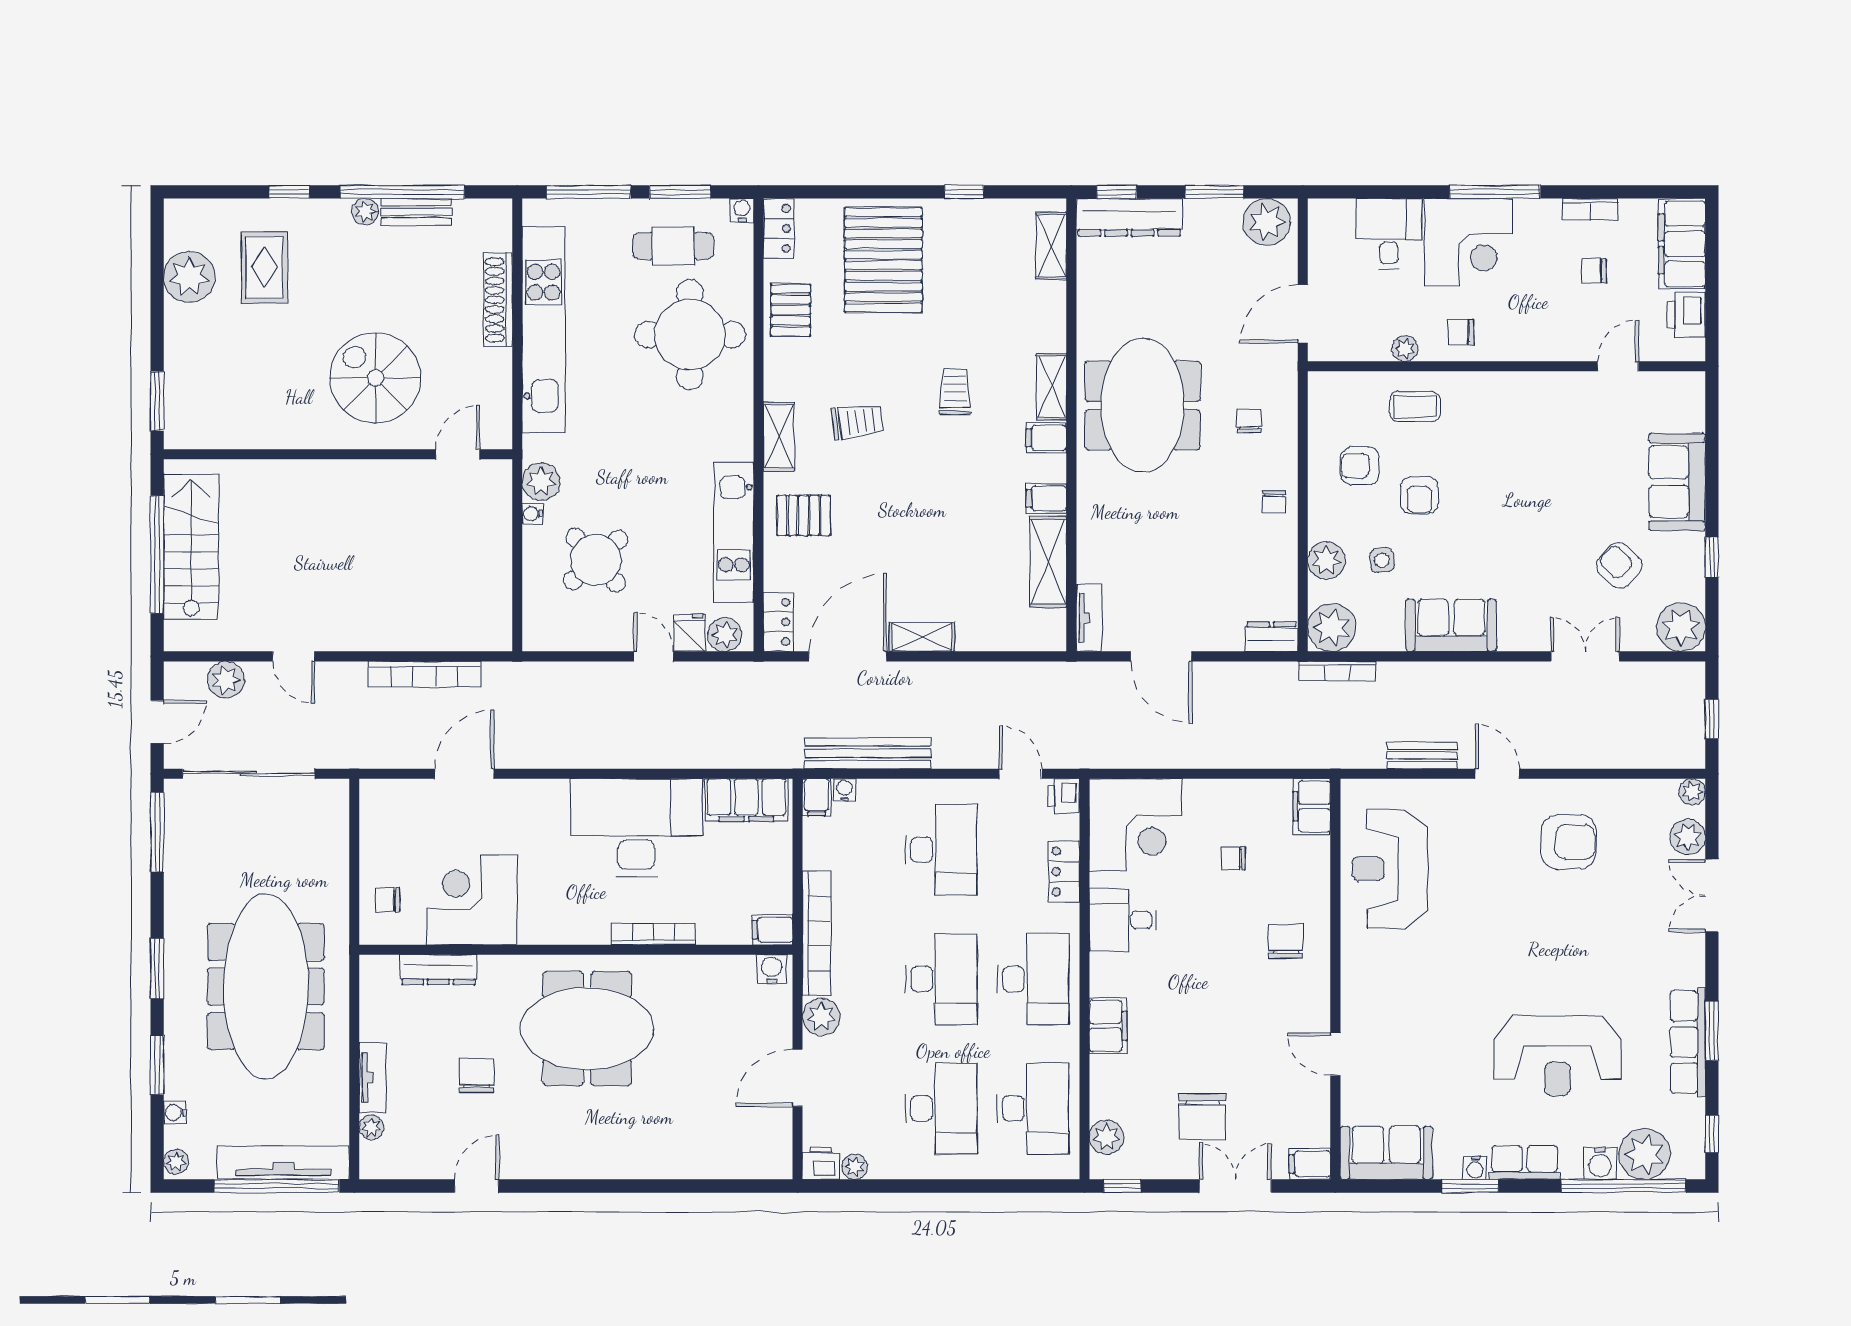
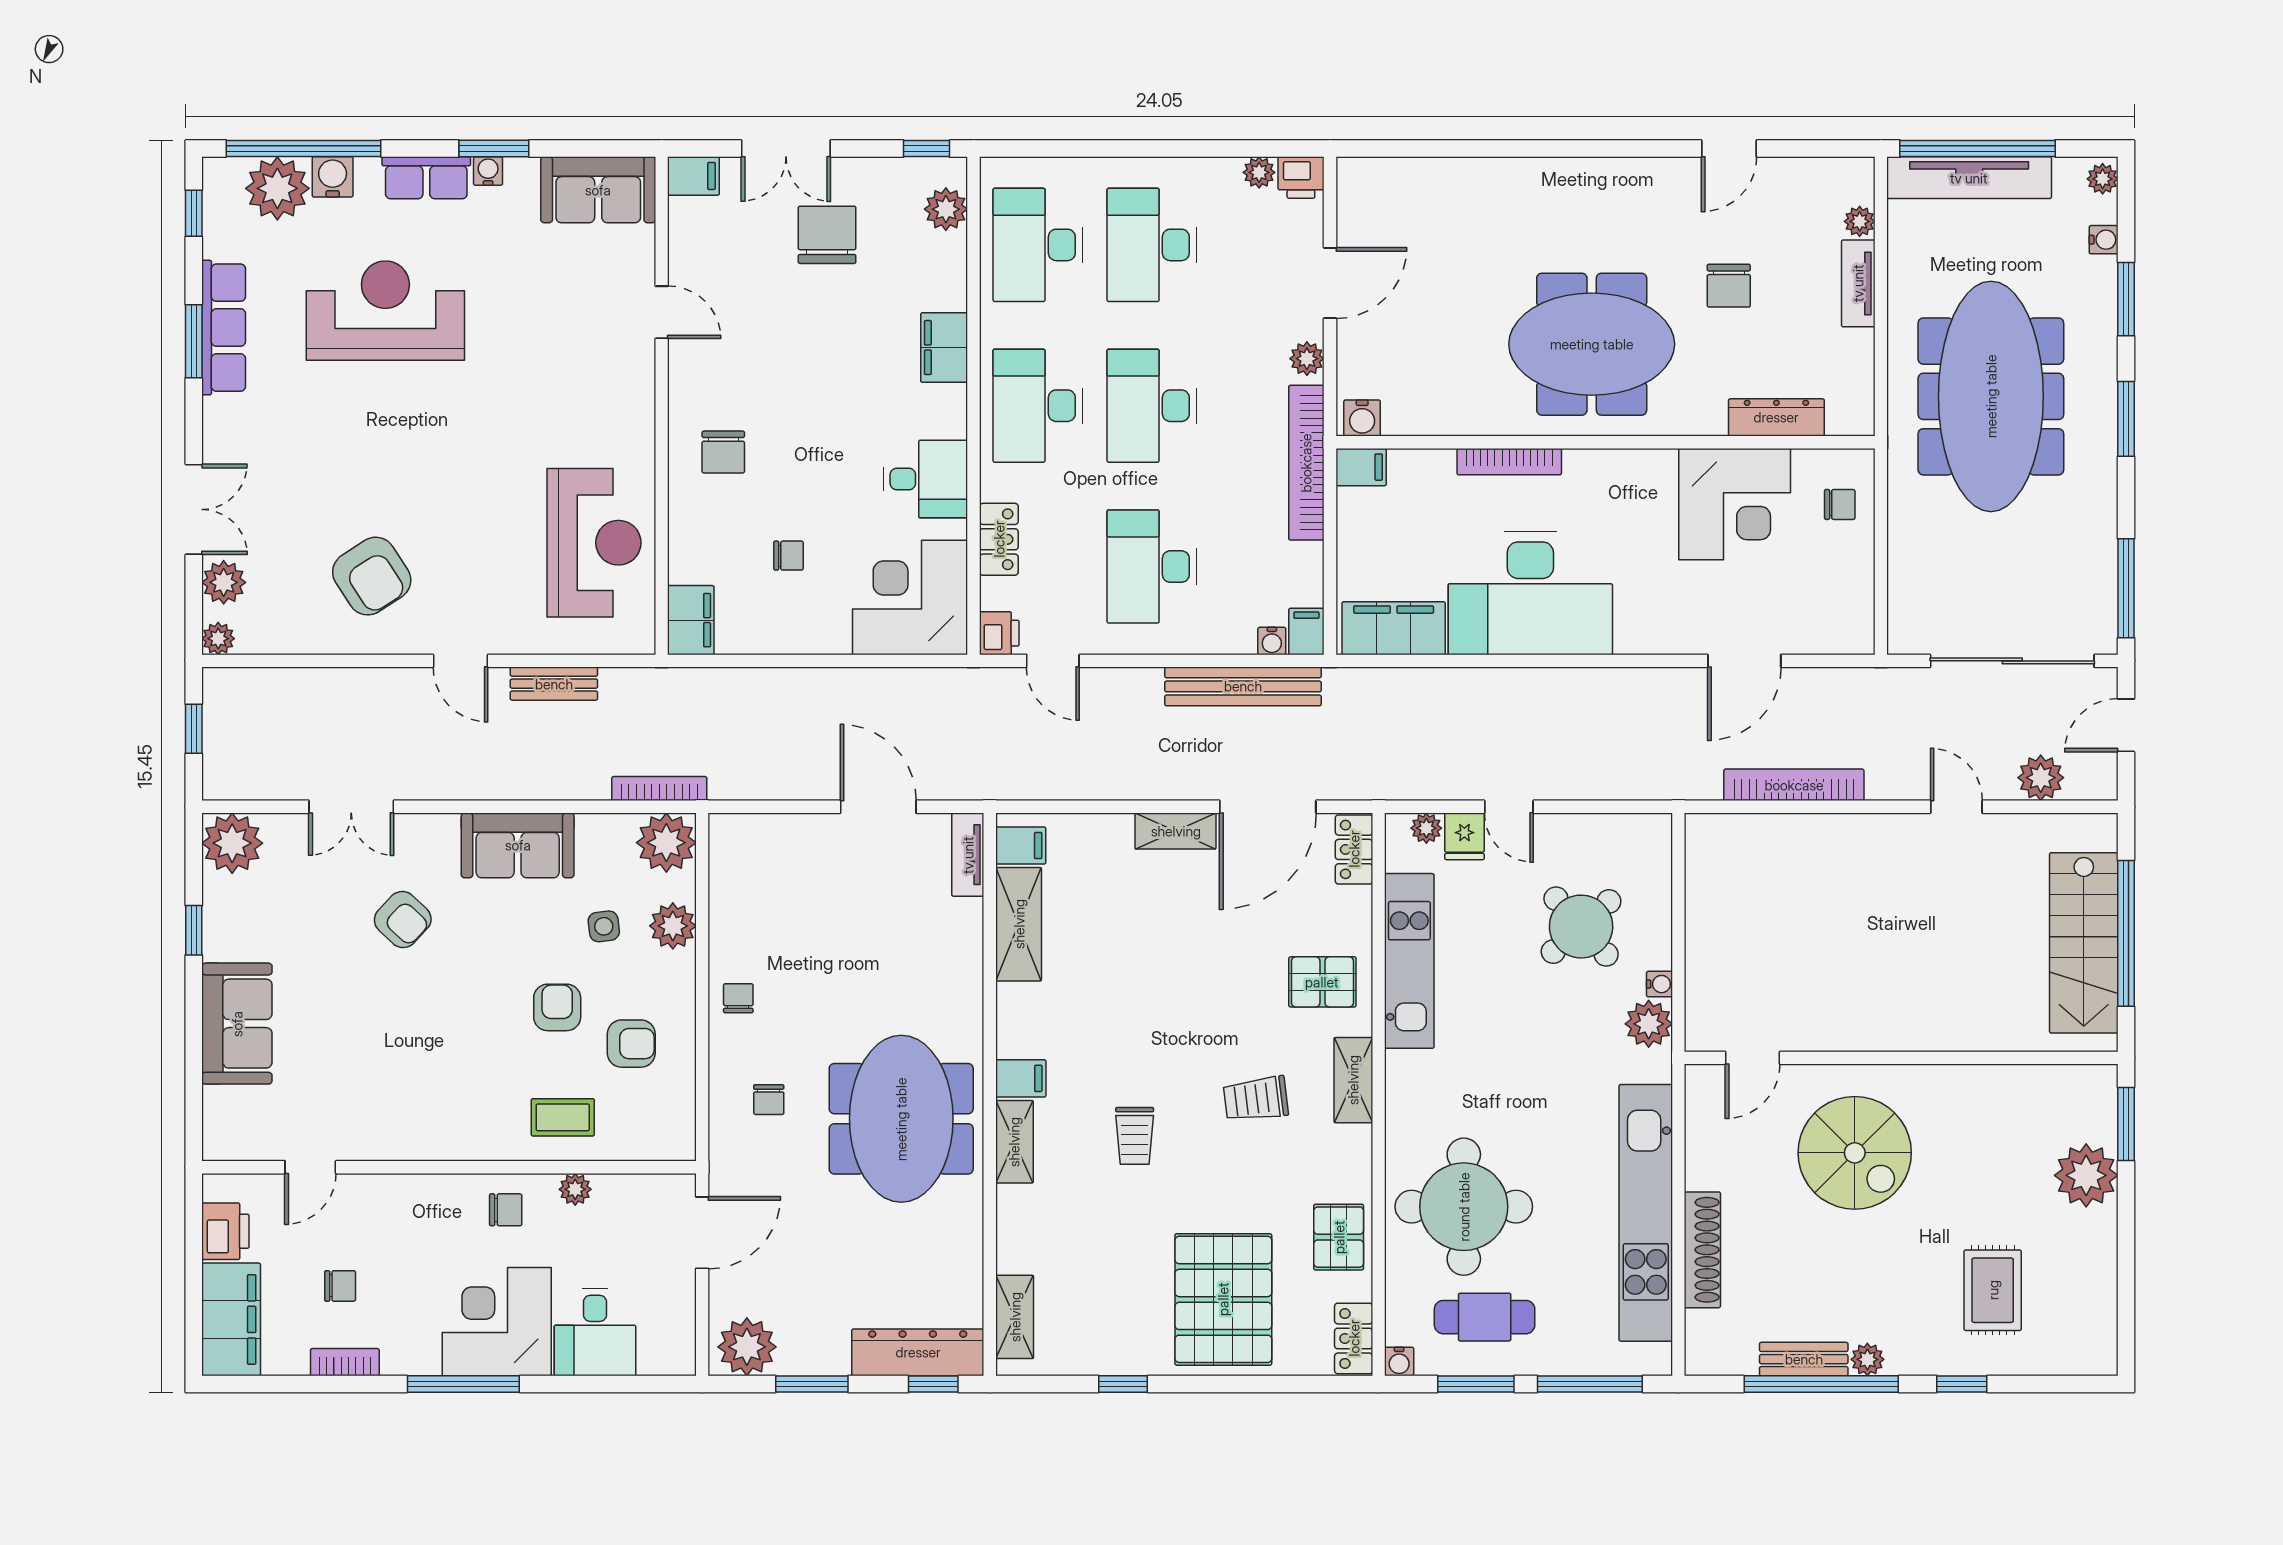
plant: (189, 277) -> (2086, 1175), moved
filing cabinet: (1046, 498) -> (1021, 846), moved
armchair: (1619, 565) -> (403, 920), moved
plant: (725, 635) -> (1426, 828), width x0.73, depth x0.73
dresser: (1272, 637) -> (741, 831), removed
armchair: (1569, 842) -> (372, 576), turned -123
plant: (821, 1017) -> (1307, 359), width x0.73, depth x0.73

